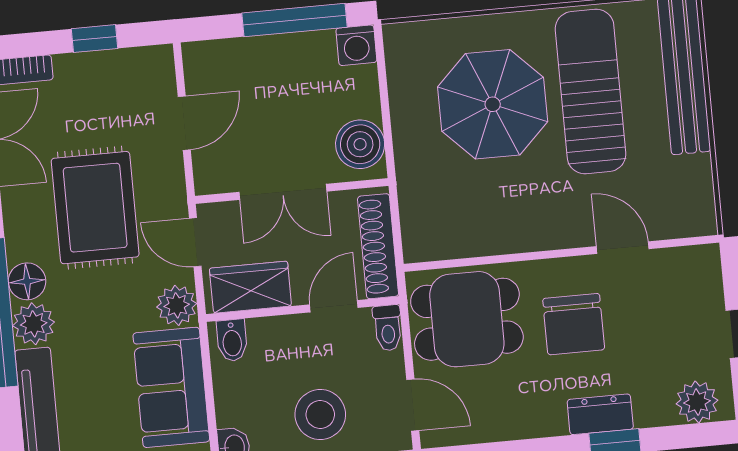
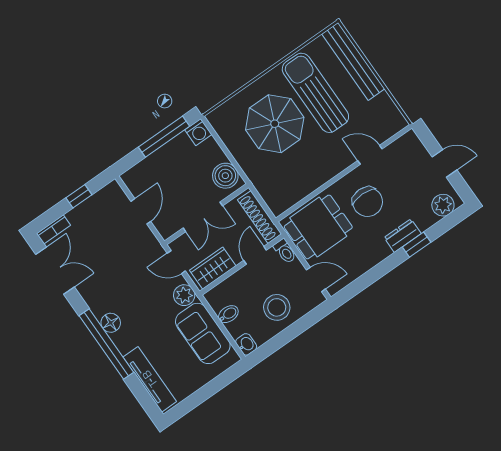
rug: (95, 208) -> (122, 272), removed
plant: (34, 324) -> (125, 340), removed
bidet: (232, 340) -> (228, 314), moved, turned -90

